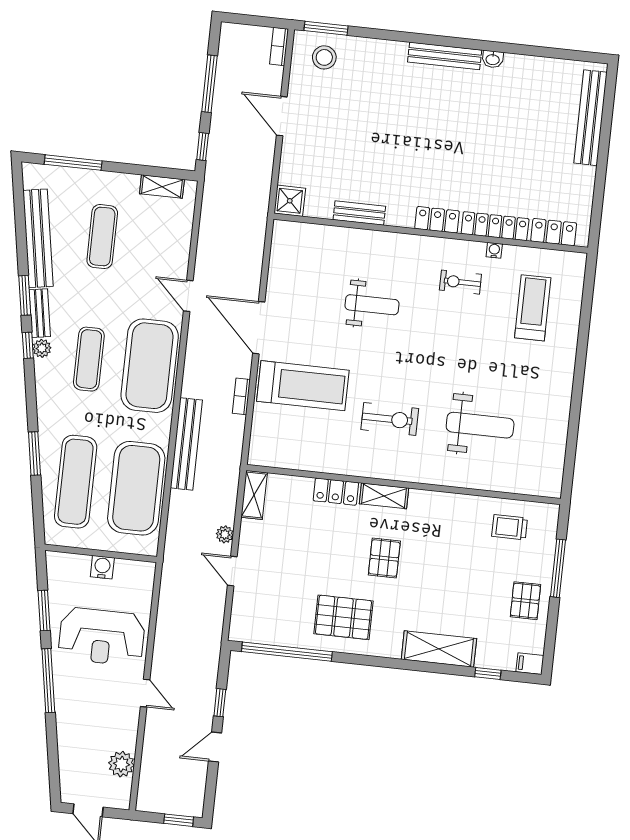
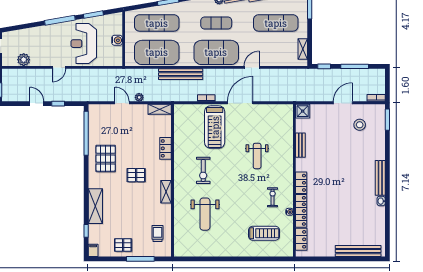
stool: (324, 57) -> (360, 125), moved
exercise mat: (102, 237) -> (276, 23), width x1.36, depth x1.45
shelving: (384, 496) -> (166, 192), moved
door: (232, 571) -> (122, 103), hinge flipped

